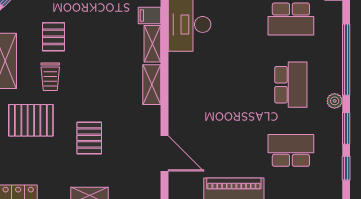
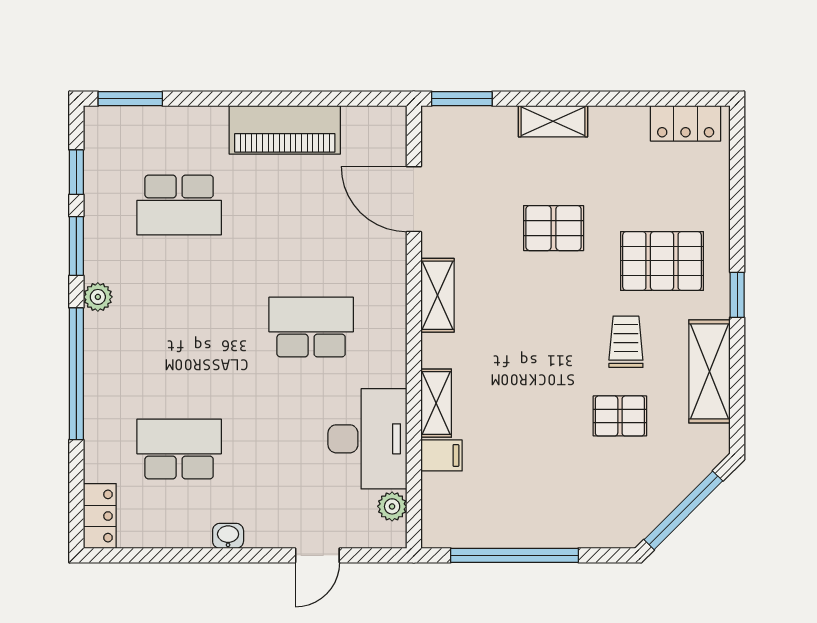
pallet: (54, 37) -> (620, 416), turned 90
shelving: (152, 85) -> (437, 295), moved
school desk: (291, 85) -> (311, 327), moved, turned 90
pallet: (89, 138) -> (554, 228), turned 90

